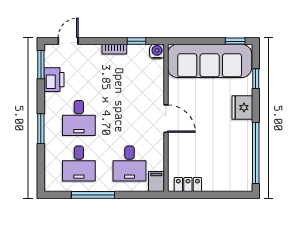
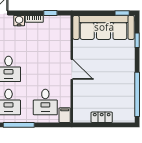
water cooler: (157, 52) -> (19, 21), moved
fridge: (242, 108) -> (127, 61), removed
locker: (188, 185) -> (102, 117), moved

